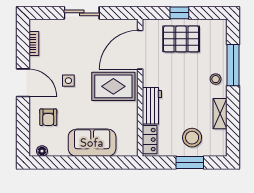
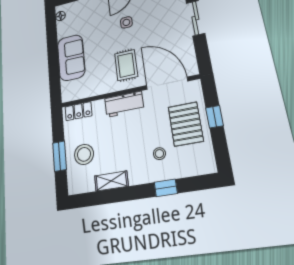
window: (233, 65) -> (166, 188), width x0.46
stool: (216, 79) -> (159, 154), moved
rug: (113, 86) -> (126, 65), width x0.73, depth x0.70
workbench: (152, 106) -> (124, 104), moved
armchair: (48, 117) -> (91, 14), removed

